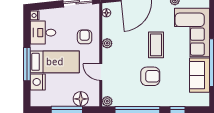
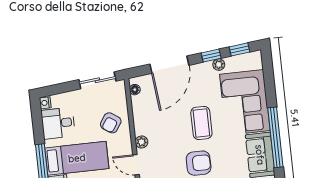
armchair: (85, 37) -> (111, 123), turned -146
plant: (107, 43) -> (142, 142), moved

